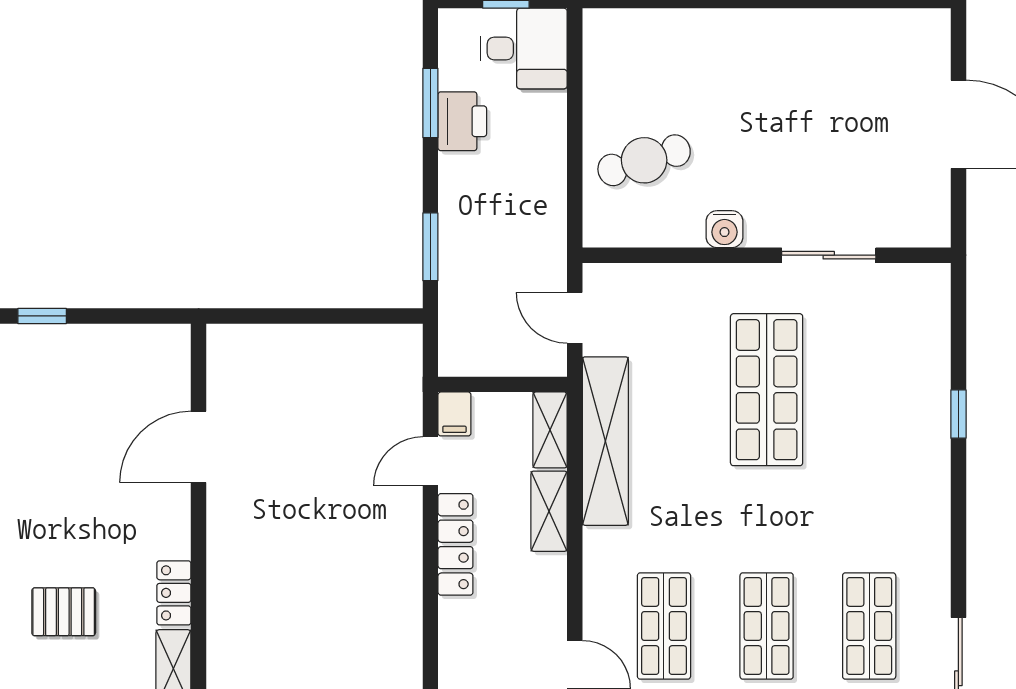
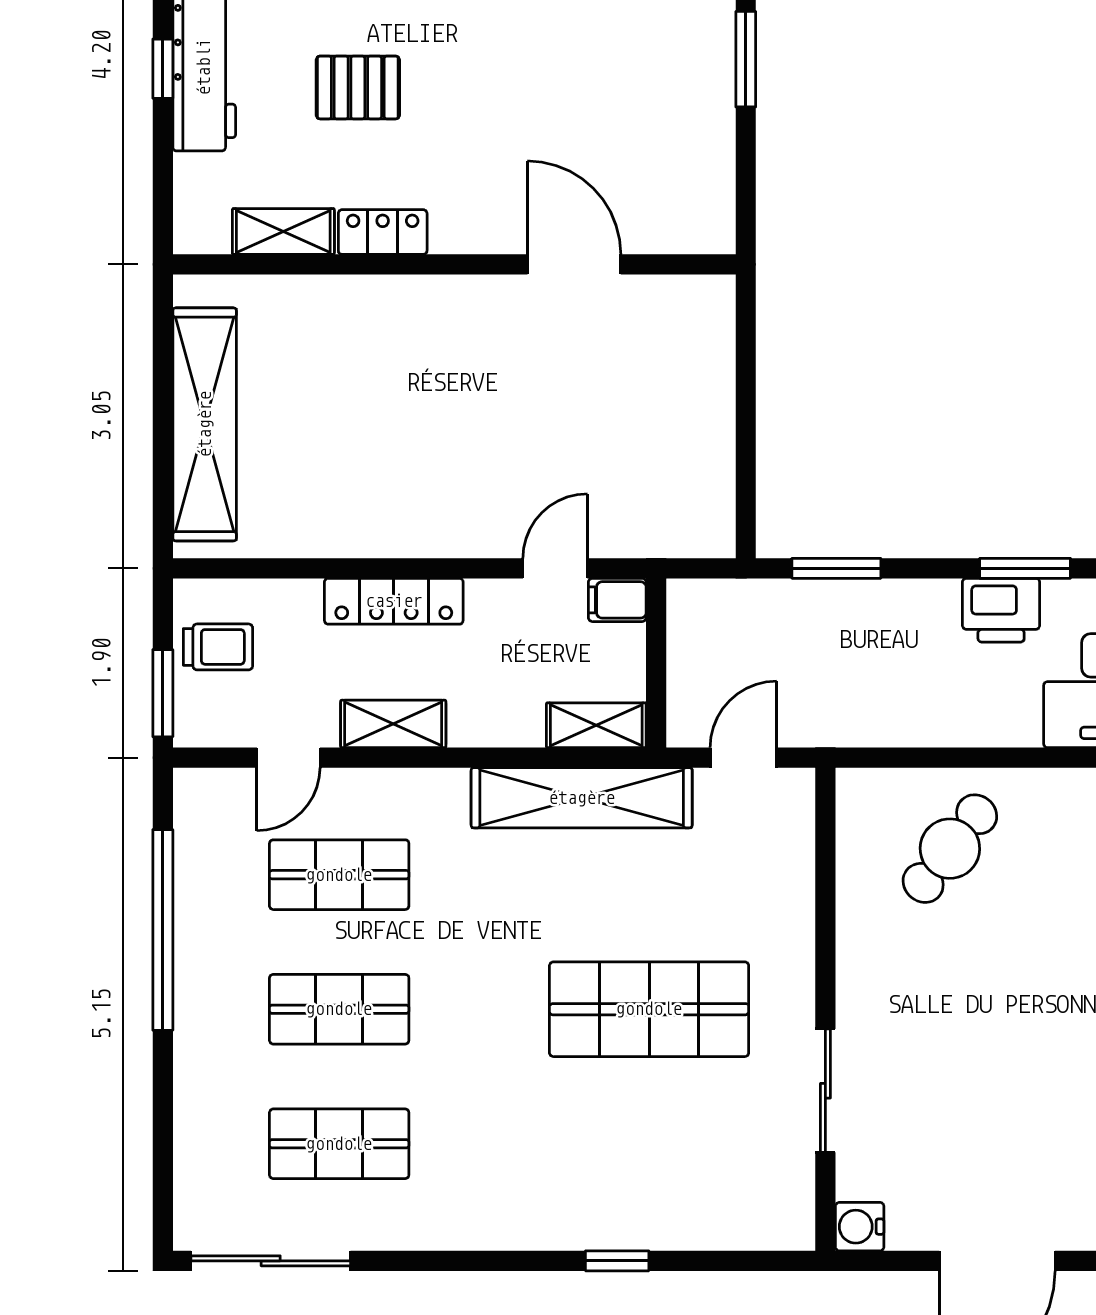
cafe table: (644, 160) -> (950, 849), turned 55
water cooler: (724, 229) -> (860, 1227), moved
window: (42, 316) -> (746, 59), width x1.50
door: (430, 461) -> (555, 568), hinge flipped
shelving: (549, 511) -> (393, 724), moved
locker: (455, 544) -> (394, 601), moved
pallet: (64, 612) -> (358, 87), turned 90

